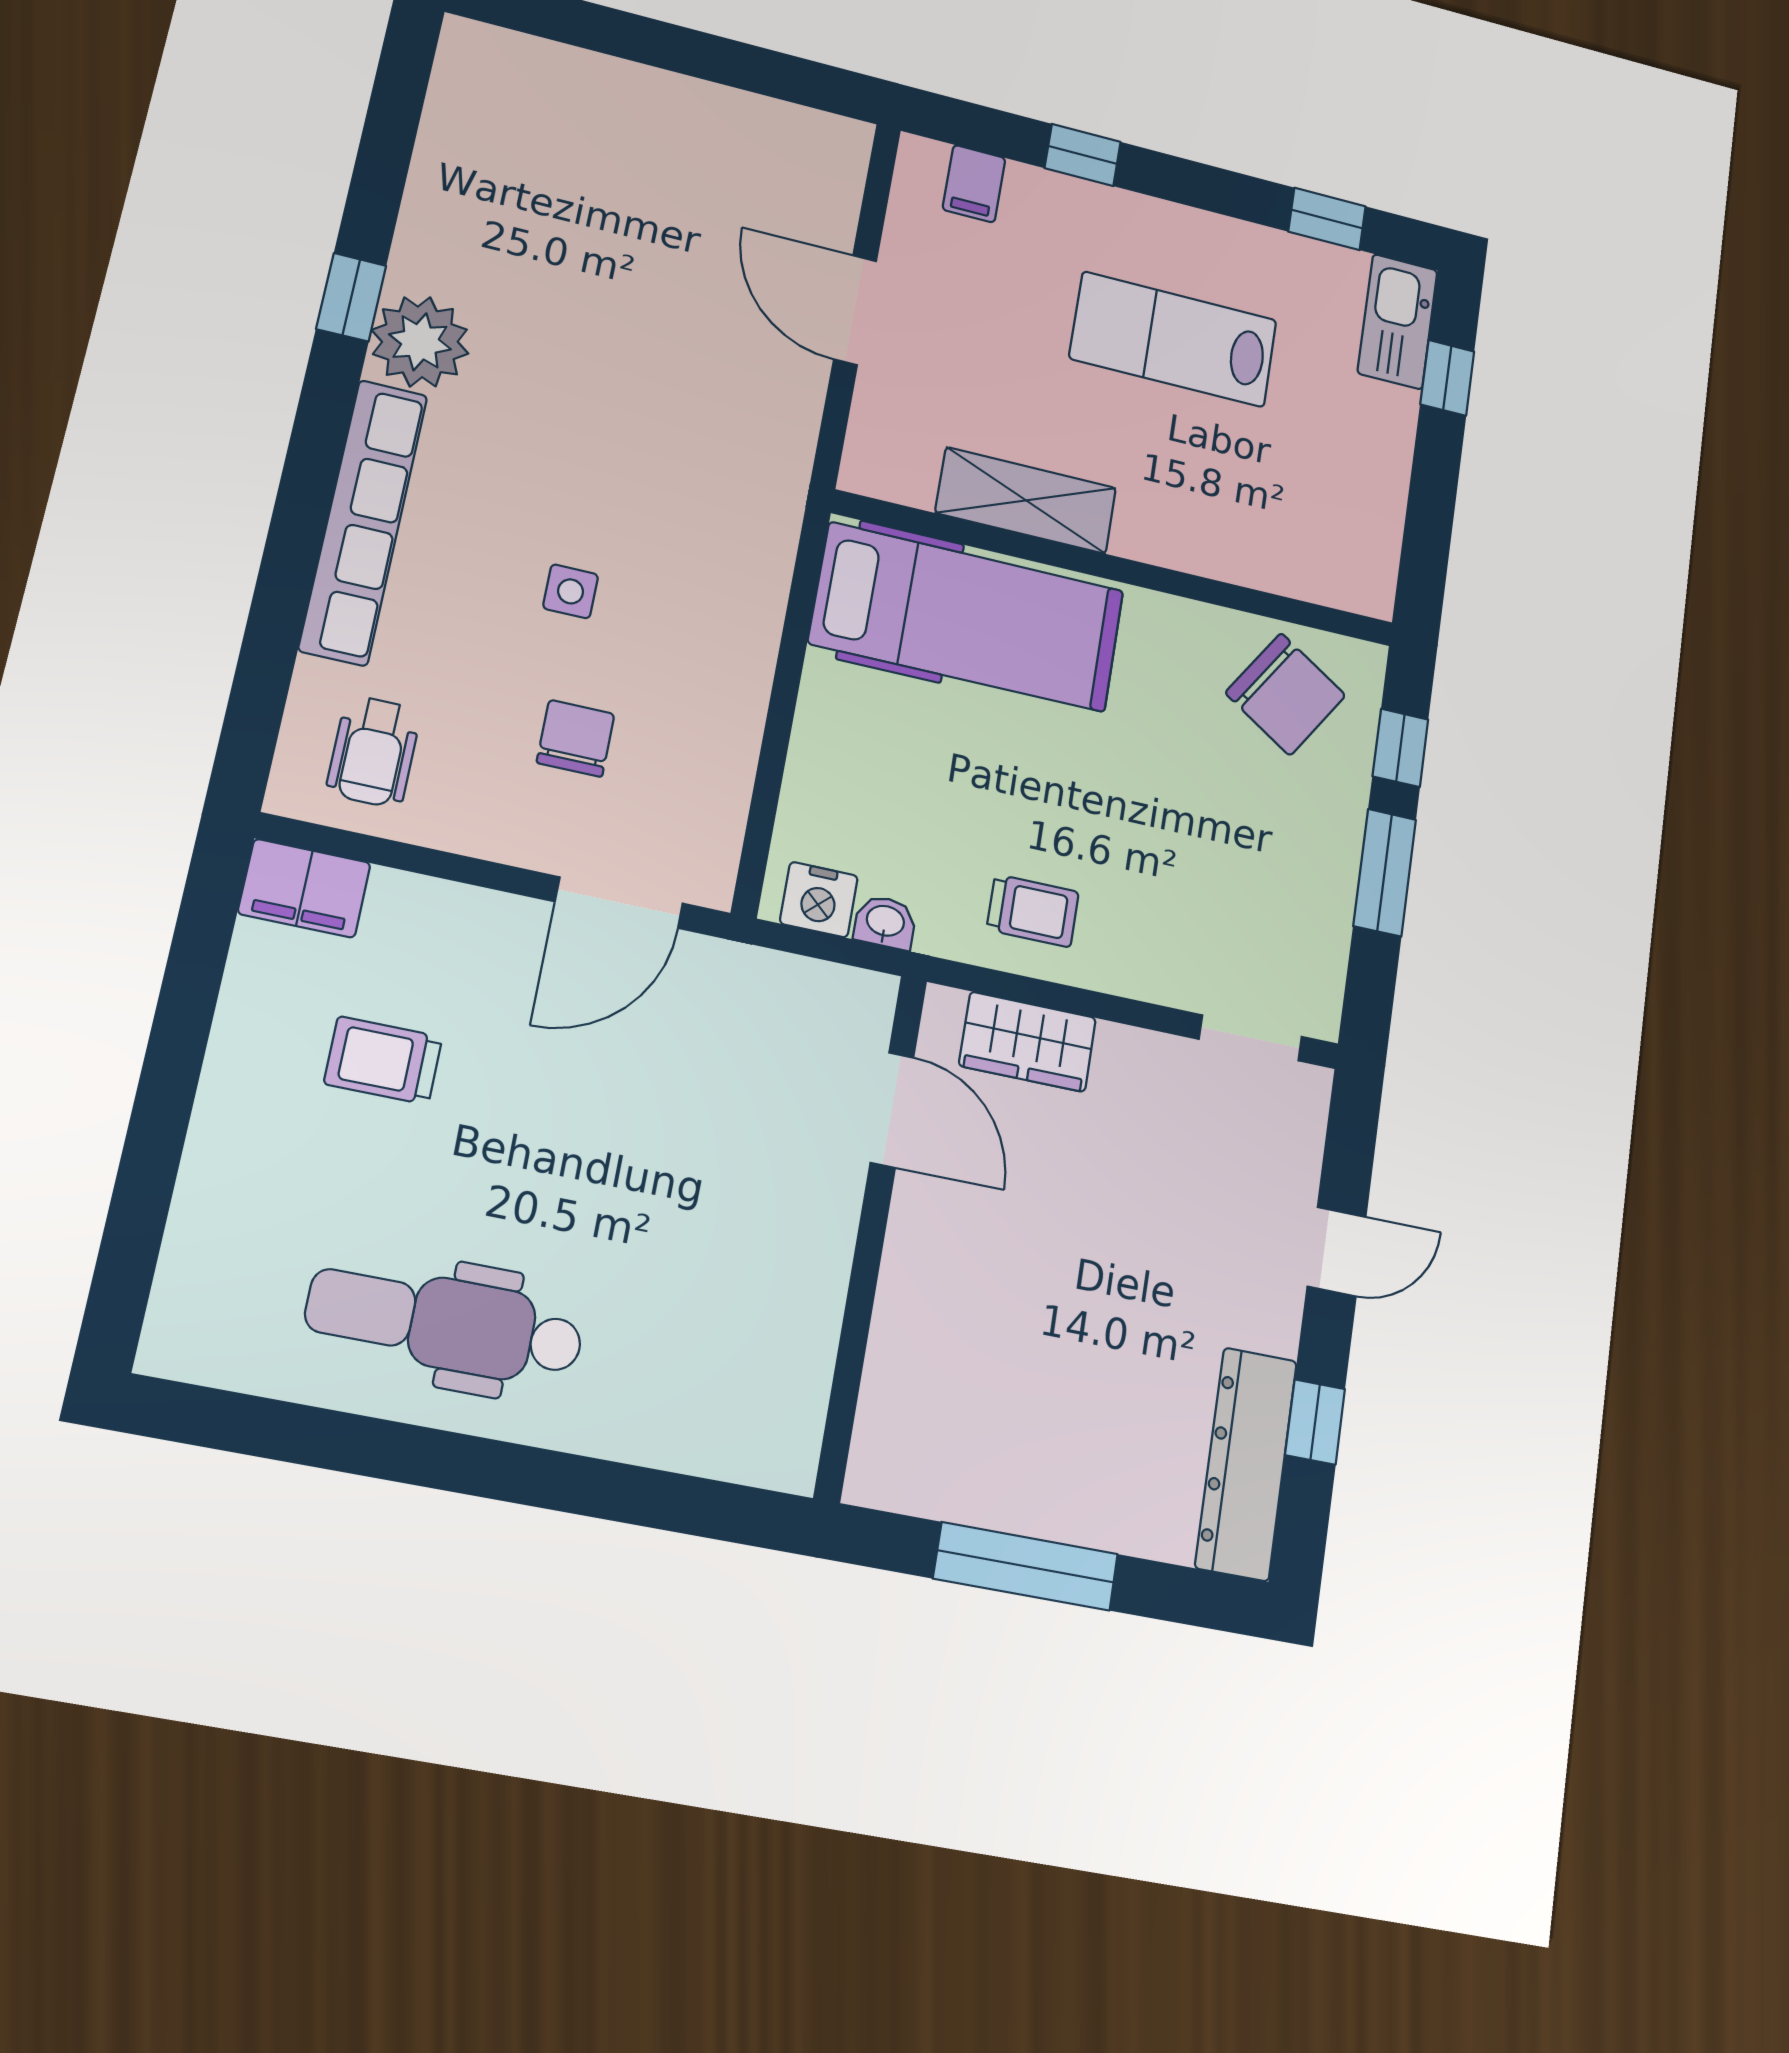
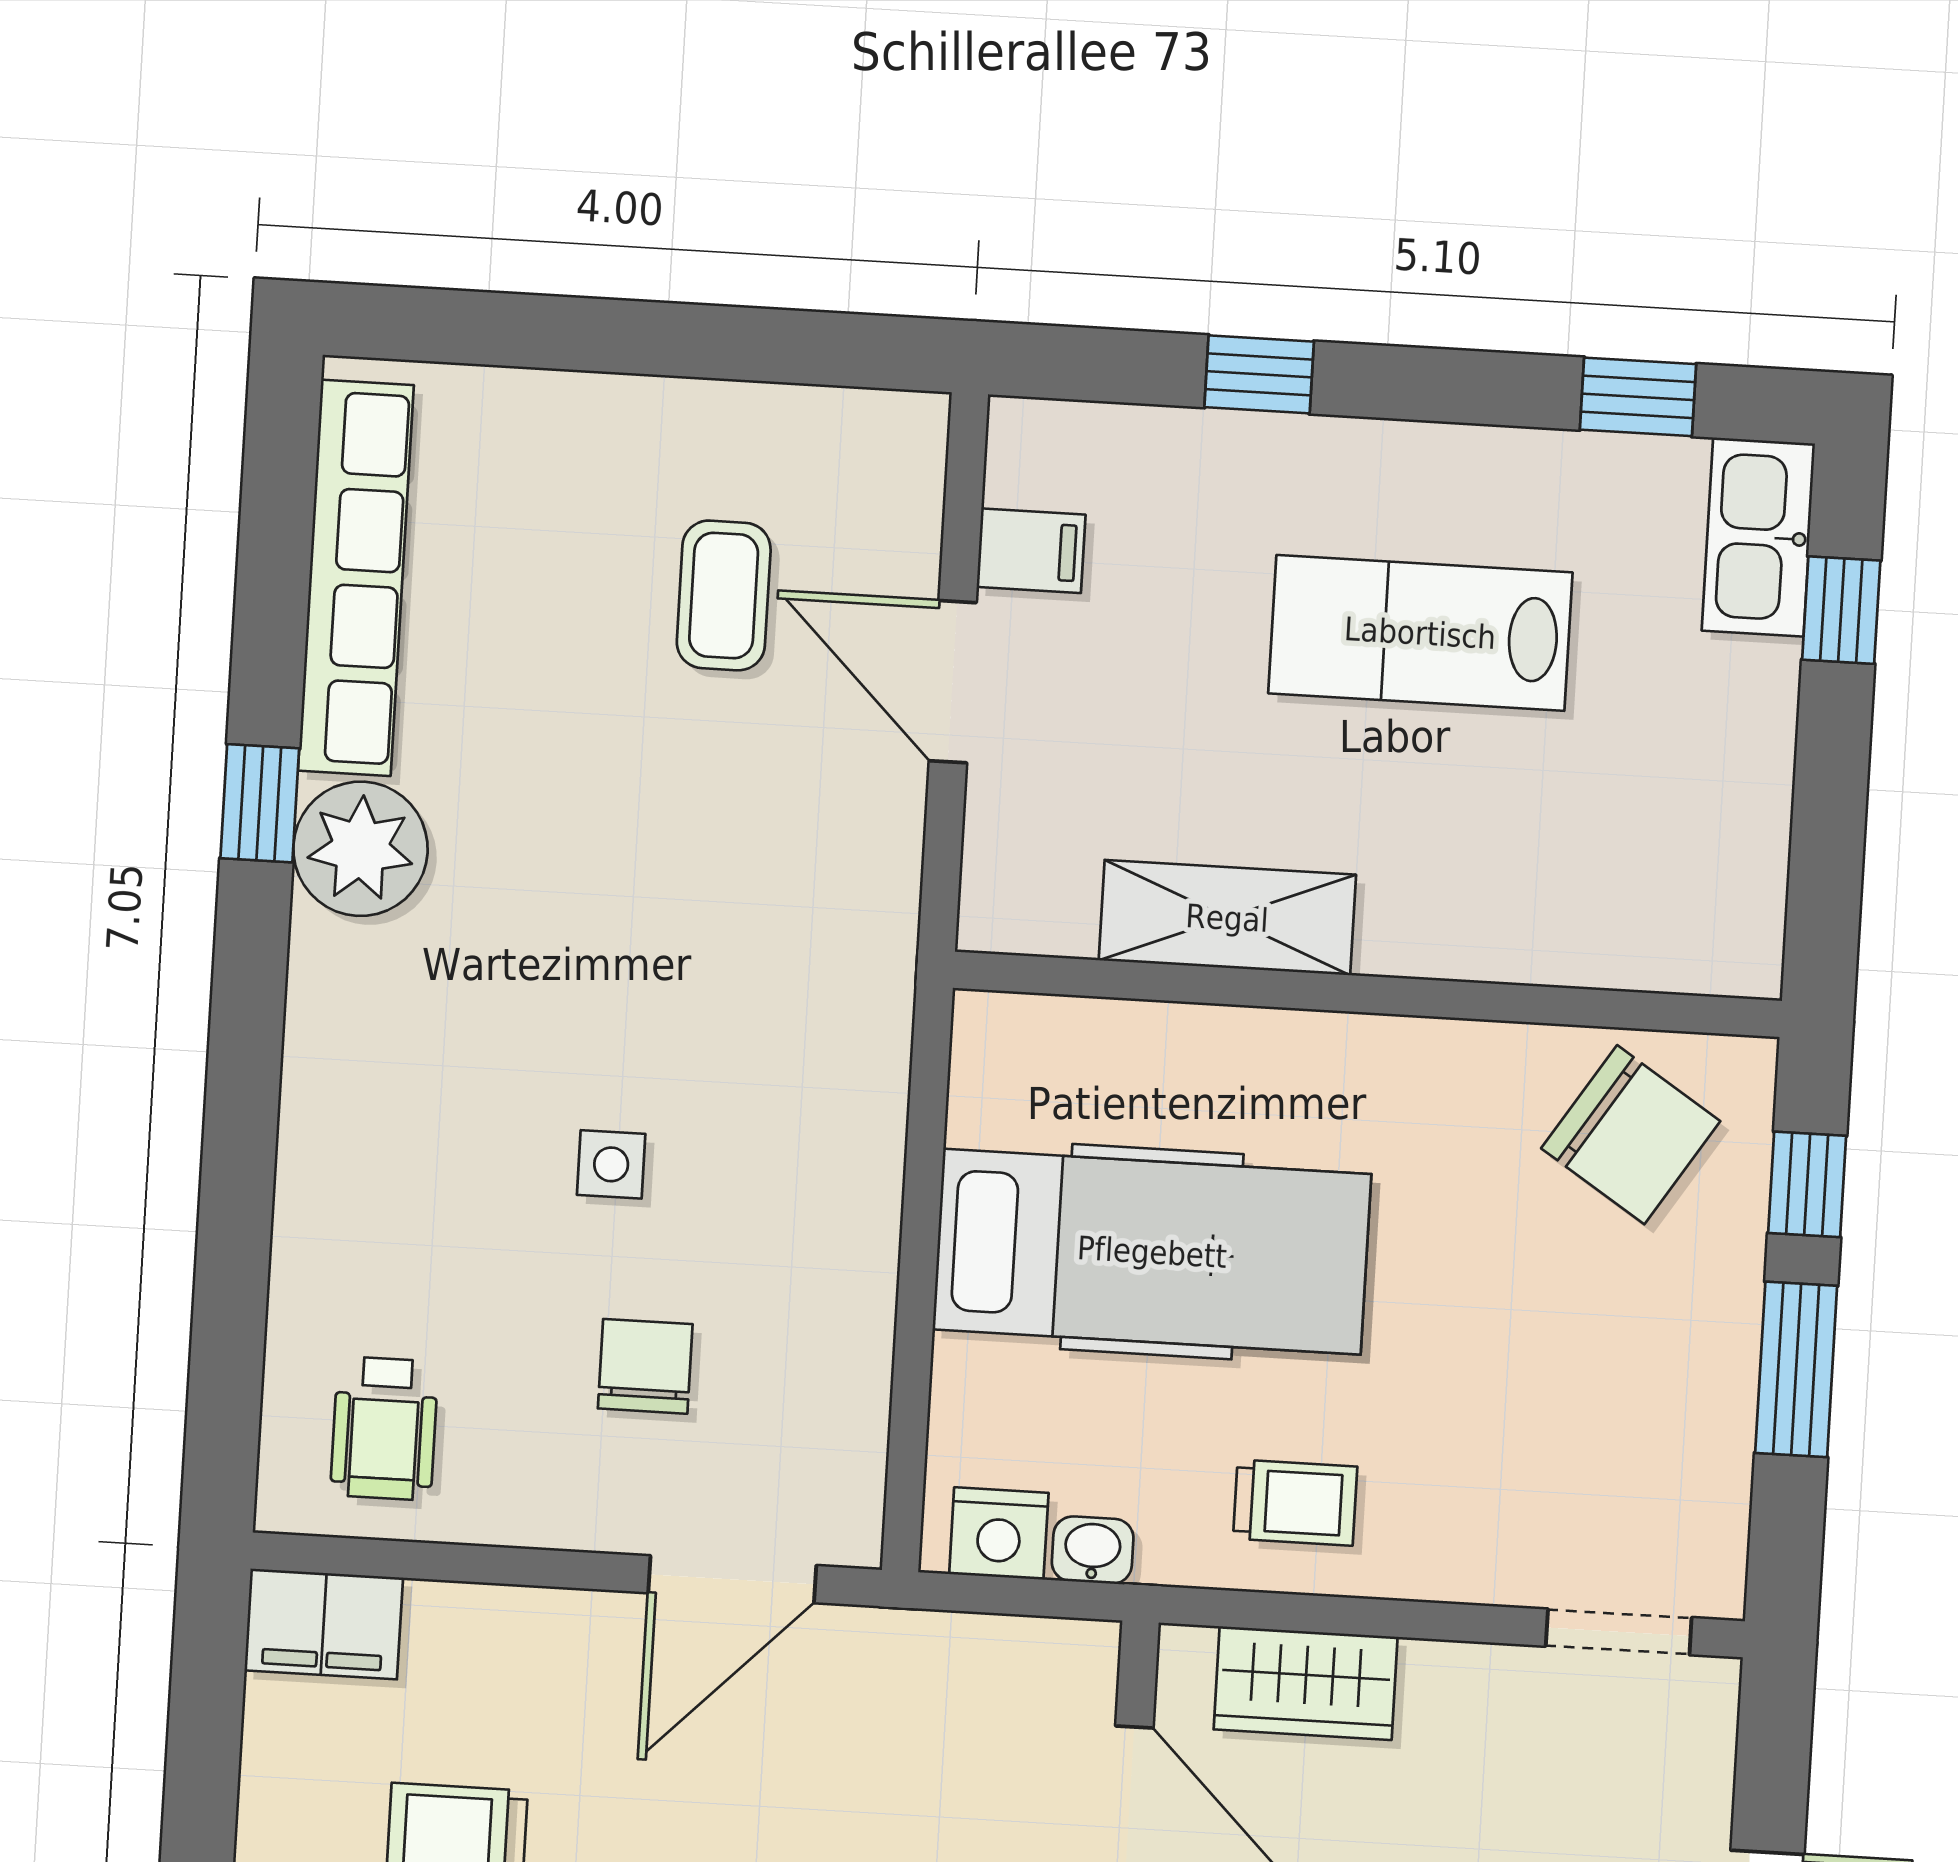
filing cabinet: (974, 184) -> (1031, 551), moved, turned -90
coffee table: (704, 223) -> (724, 595), added
row of seats: (363, 522) -> (356, 578), moved
hospital bed: (967, 617) -> (1152, 1252), moved

